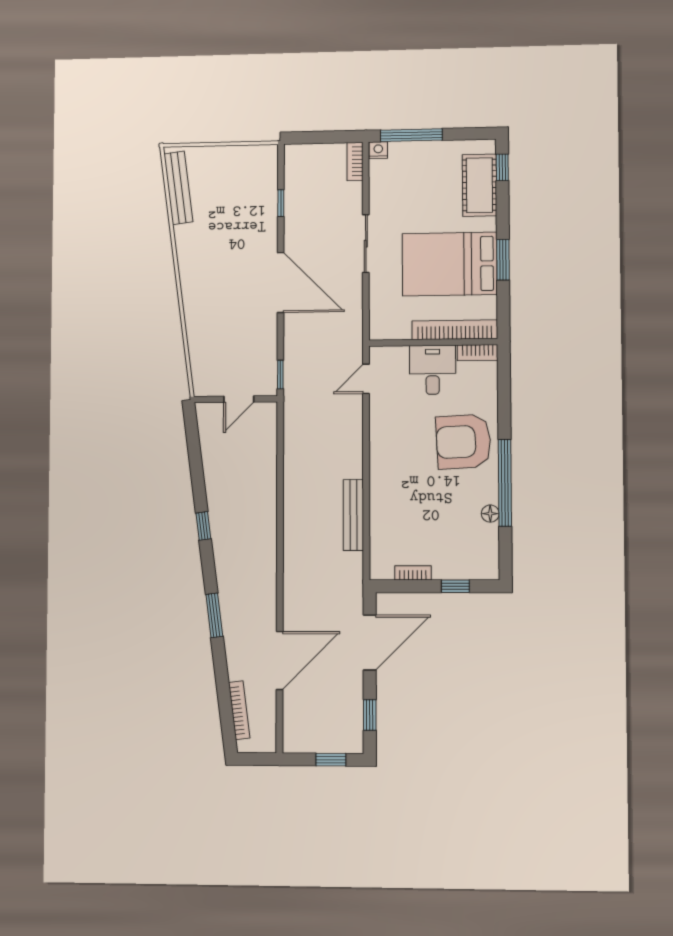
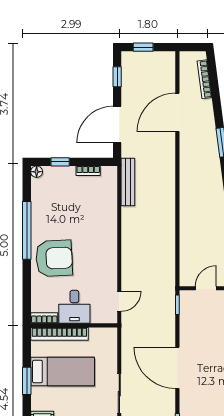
bed: (450, 264) -> (63, 372), width x0.67
floor lamp: (490, 514) -> (37, 172), moved
bench: (353, 515) -> (128, 182), moved

